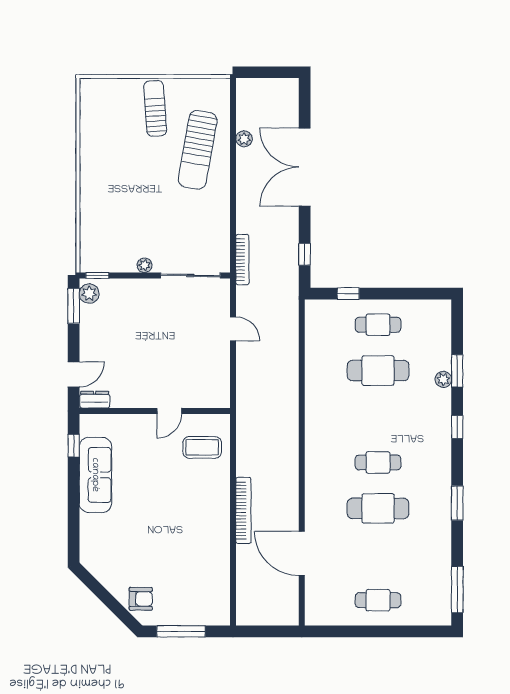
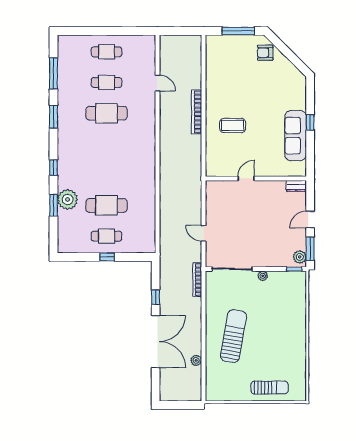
sun lounger: (155, 108) -> (270, 388), moved, turned -86
sun lounger: (198, 150) -> (233, 336), moved
window: (305, 254) -> (156, 297), moved
window: (348, 294) -> (107, 257), moved
door: (74, 374) -> (310, 220), moved
plant: (443, 379) -> (68, 200), width x1.87, depth x1.87
window: (74, 446) -> (310, 122), moved
coffee table: (202, 447) -> (233, 125), moved
cafe table: (378, 462) -> (106, 83), moved
door: (302, 554) -> (158, 83), width x0.53
window: (457, 590) -> (54, 73), moved

